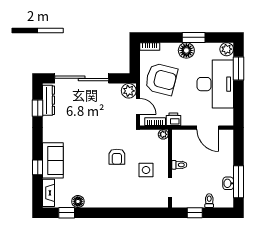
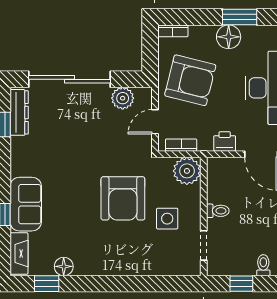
plant: (129, 91) -> (123, 98), moved
door: (138, 106) -> (155, 122), swing flipped
printer: (173, 119) -> (225, 141), moved
plant: (163, 134) -> (187, 171), width x1.88, depth x1.88
armchair: (117, 157) -> (123, 198), width x1.88, depth x1.88

